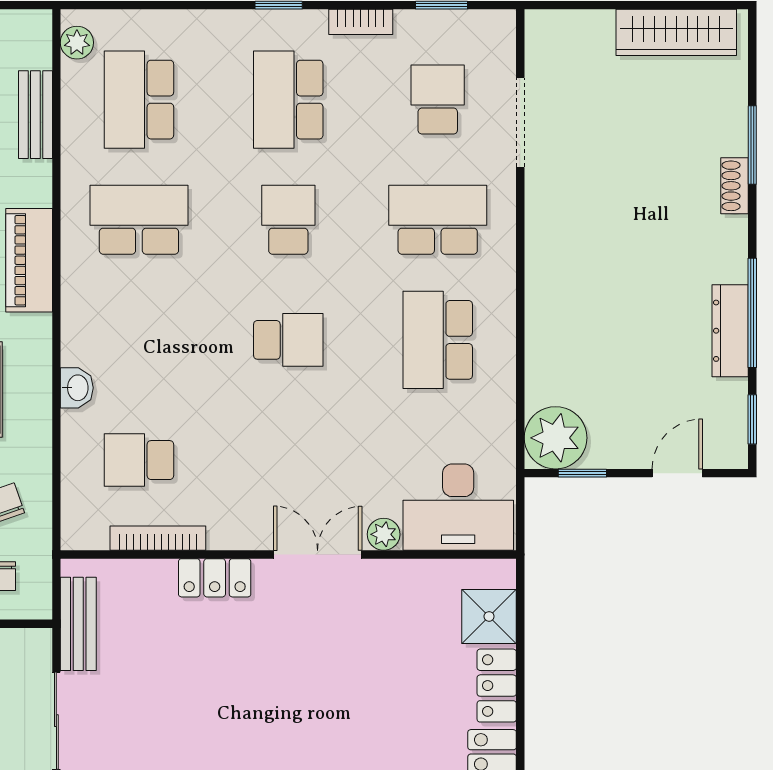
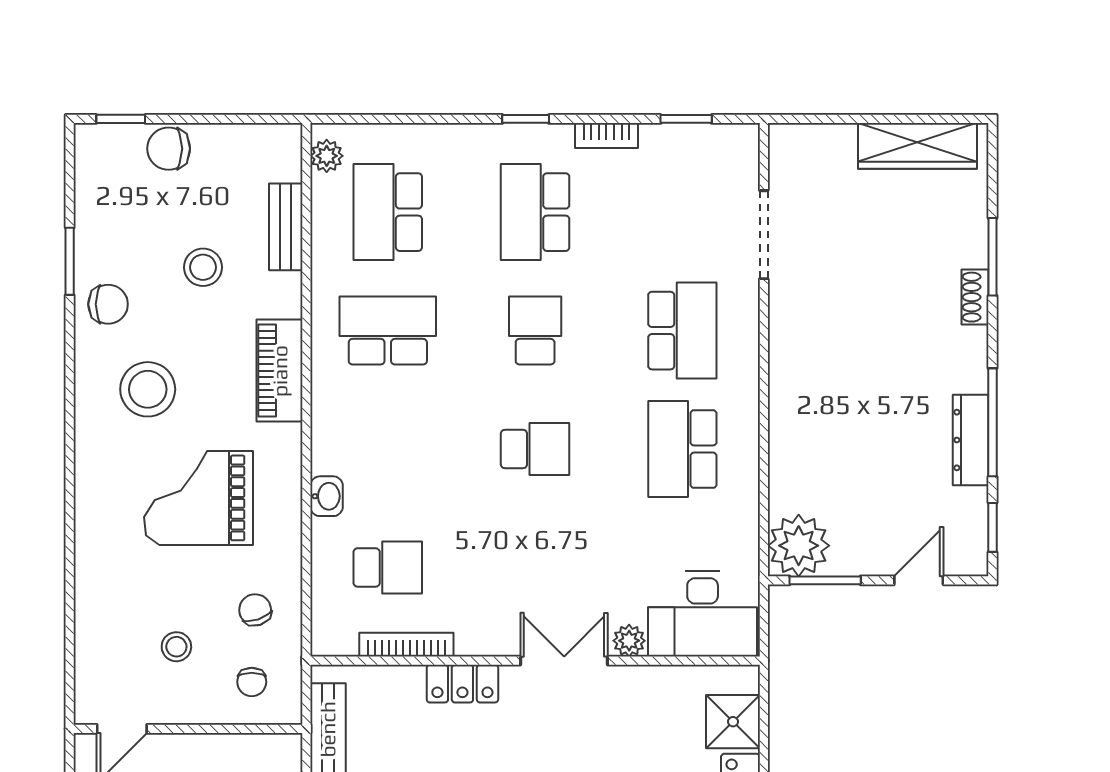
school desk: (438, 100) -> (682, 212), removed
school desk: (438, 220) -> (682, 331), turned 90
school desk: (139, 460) -> (388, 567), turned 180
window: (582, 473) -> (825, 580), width x1.50

